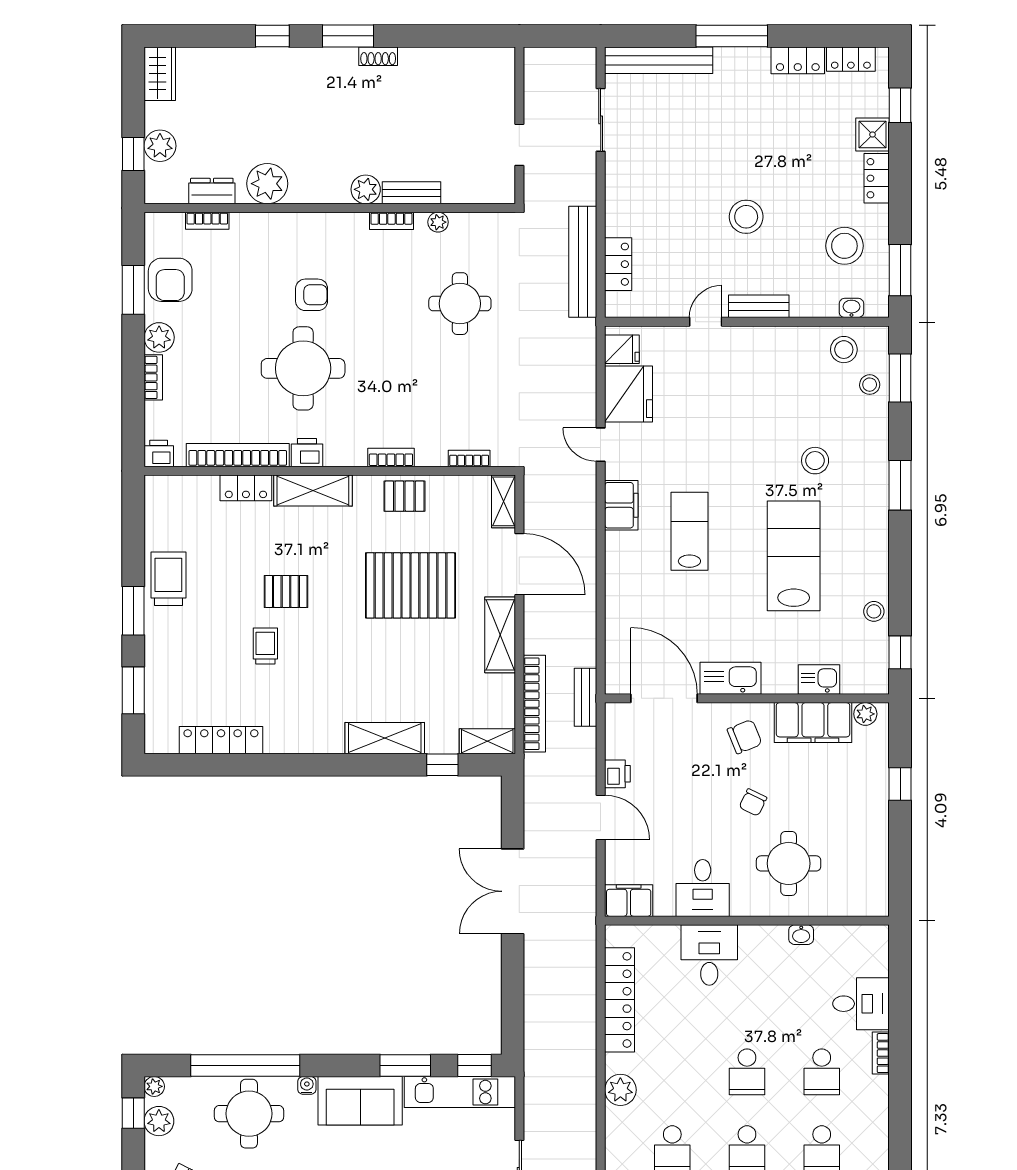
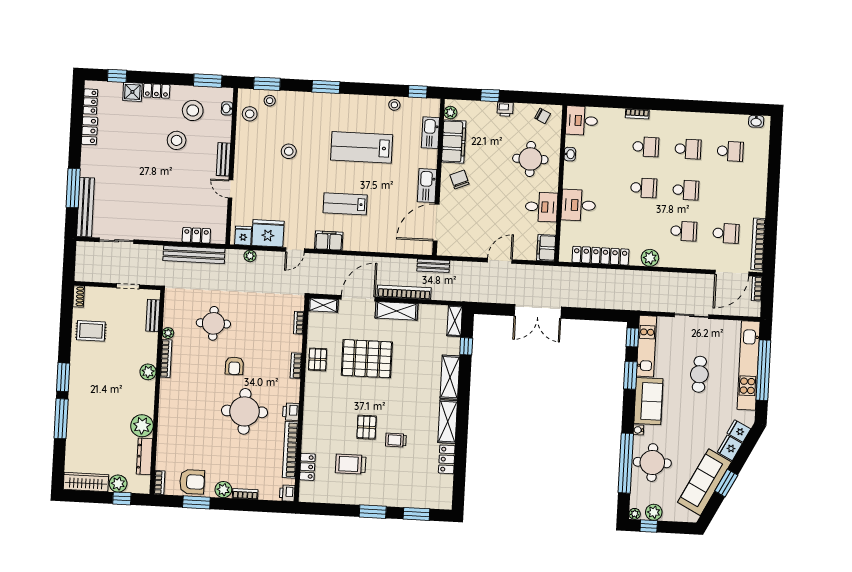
window: (272, 36) -> (61, 419), width x2.17
window: (732, 36) -> (73, 188), moved
shoe rack: (378, 56) -> (79, 296), moved
wardrobe: (160, 74) -> (86, 482), width x1.50
rug: (435, 82) -> (91, 331), added
dresser: (212, 191) -> (144, 456), width x1.44
bench: (412, 193) -> (153, 316), moved
stool: (746, 217) -> (177, 140), moved
bookcase: (207, 221) -> (159, 483), moved
bookcase: (392, 221) -> (166, 359), width x1.56
armchair: (312, 295) -> (234, 366), moved, turned 180
plant: (586, 364) -> (250, 256), added
stool: (815, 461) -> (289, 151), moved
locker: (246, 488) -> (307, 467), moved
shelving: (313, 491) -> (448, 422), moved
trolley: (168, 579) -> (351, 464), moved
pallet: (410, 585) -> (367, 359), turned 90
kitchen sink: (819, 679) -> (430, 133), width x1.38
bookcase: (534, 704) -> (404, 292), moved
locker: (221, 740) -> (447, 459), width x0.66
printer: (617, 774) -> (505, 109), moved, turned 180
chair: (753, 802) -> (543, 116), moved
desk: (861, 1004) -> (582, 121), moved, turned -90

